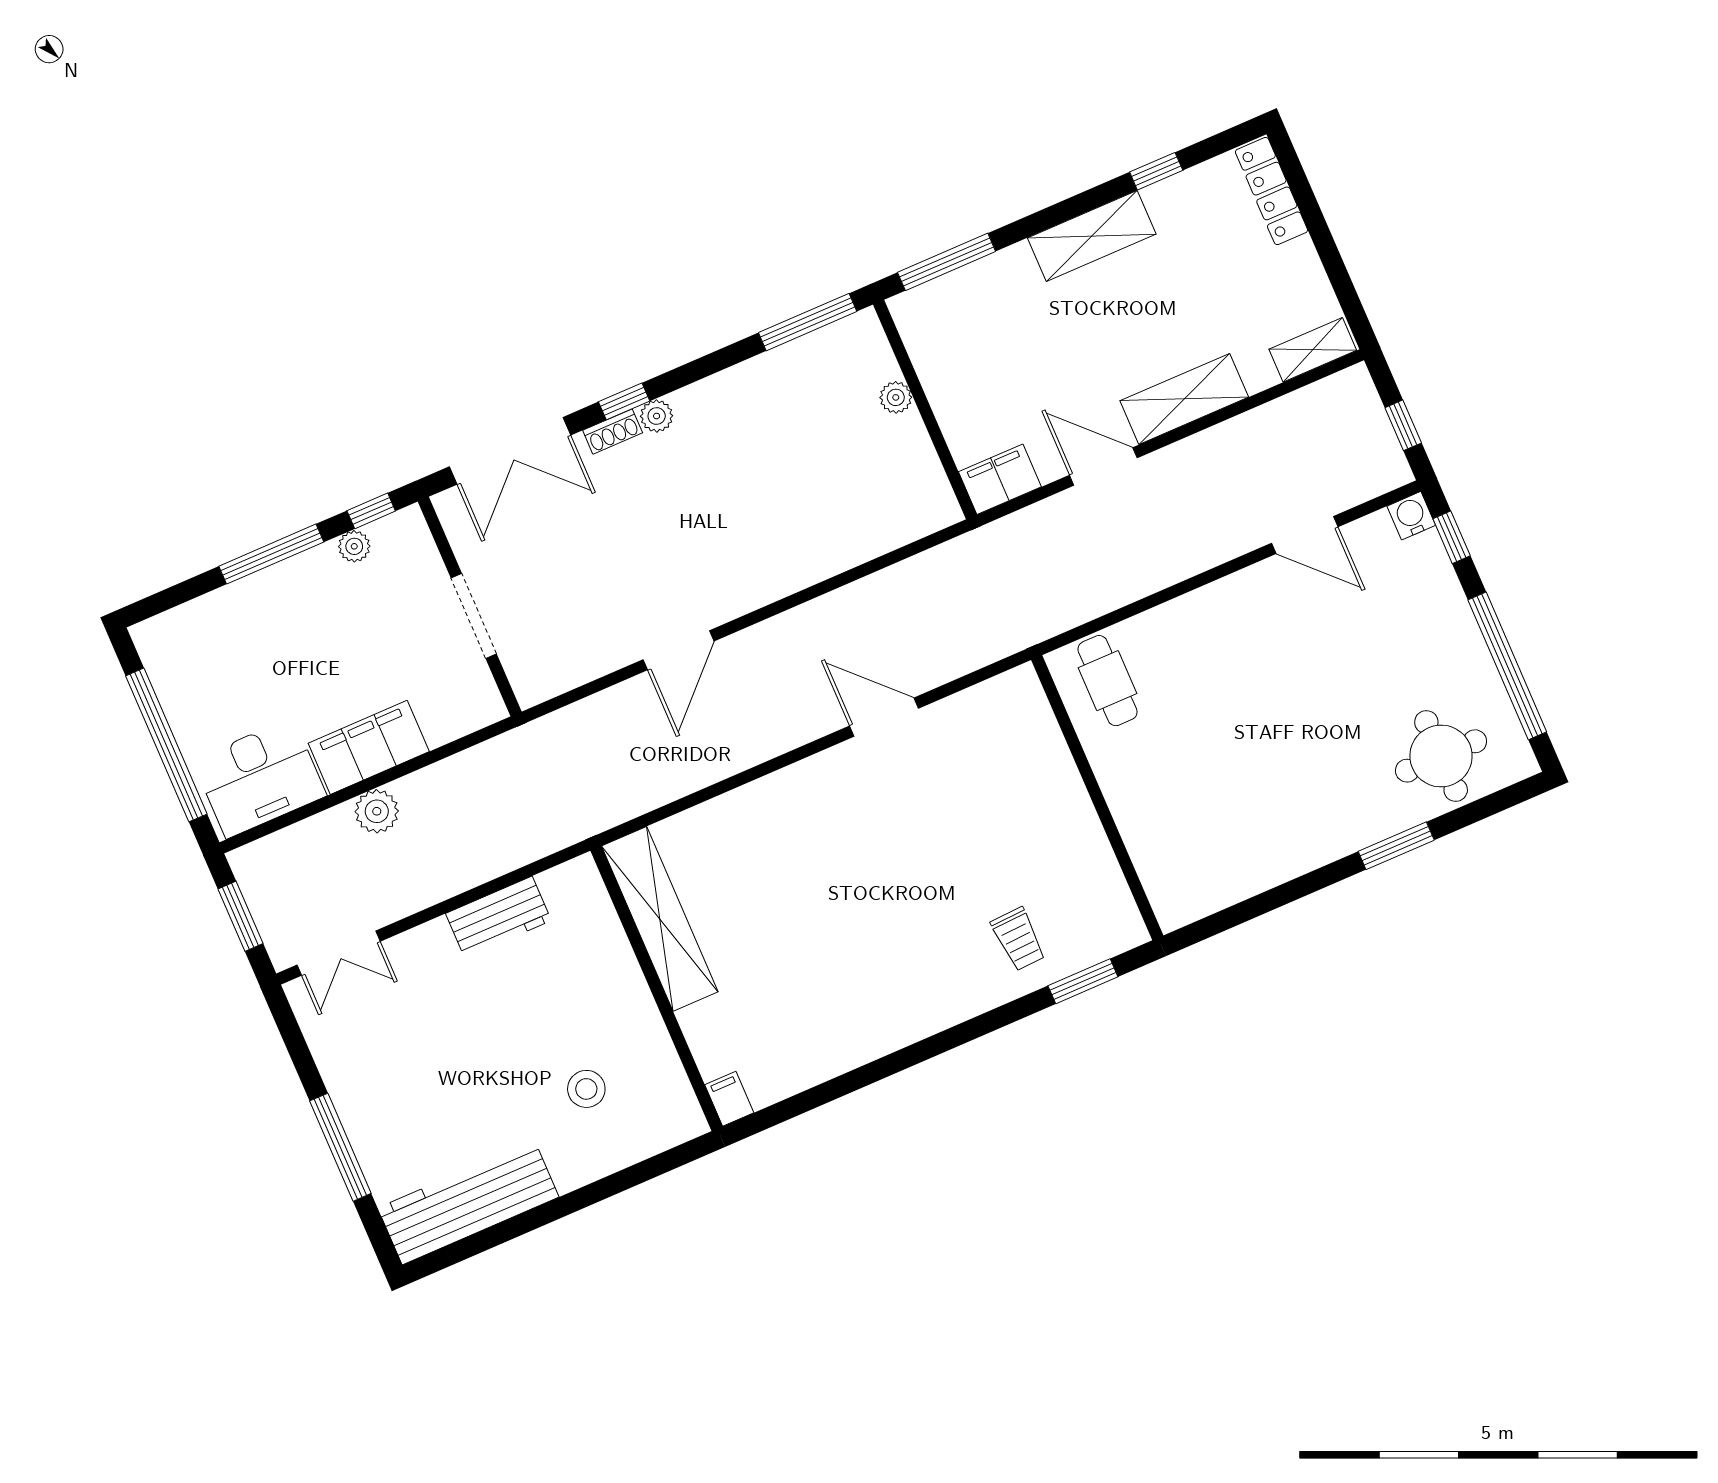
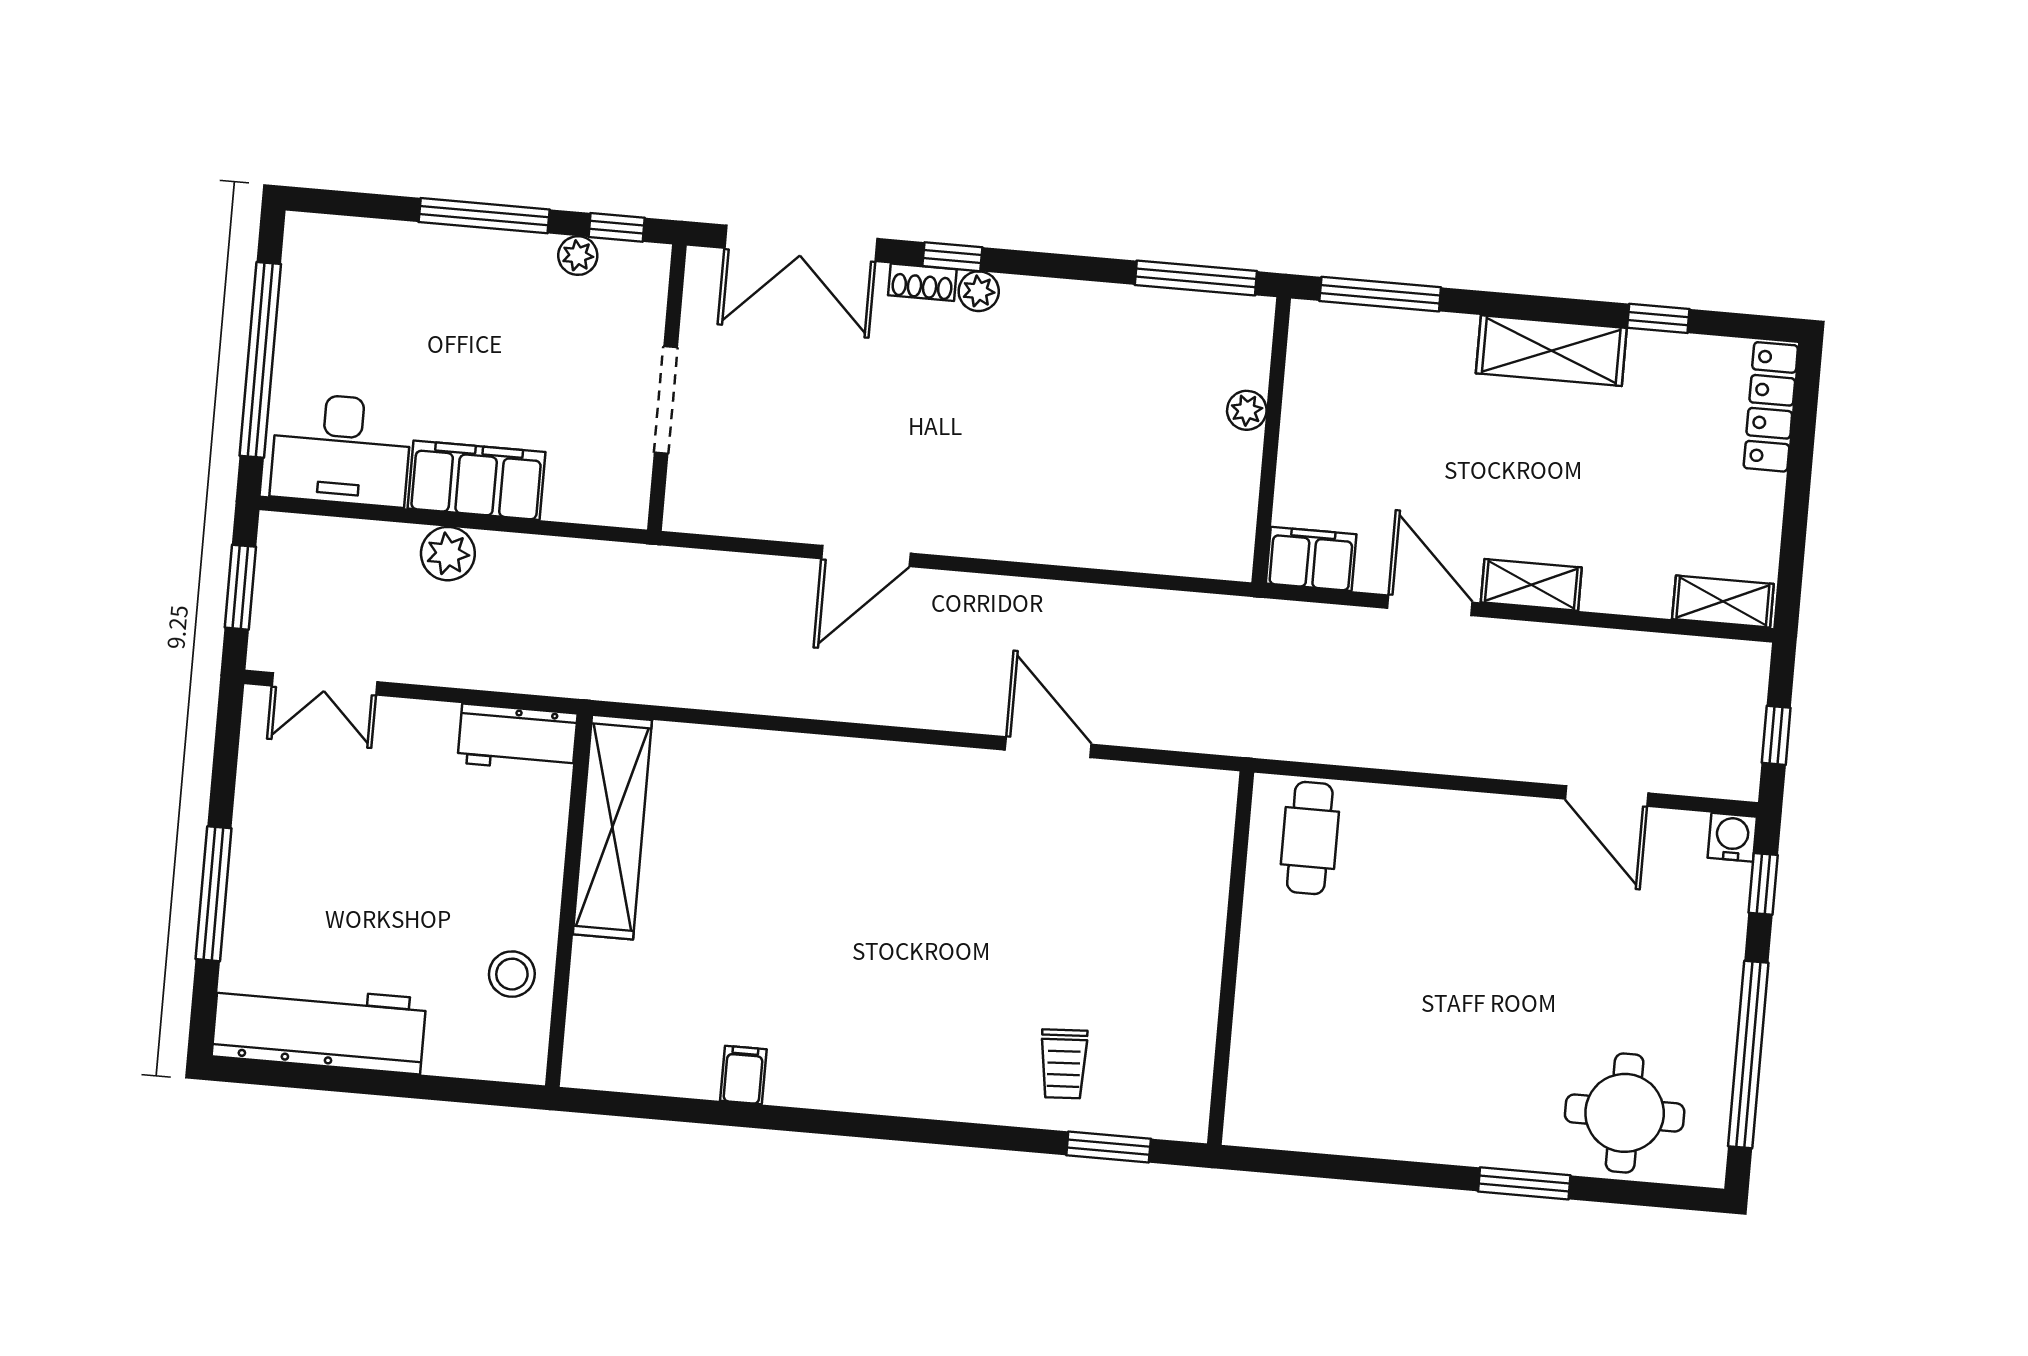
shelving: (1184, 399) -> (1531, 585), width x0.67, depth x0.75
shelving: (660, 919) -> (612, 827), moved
wall: (657, 988) -> (569, 900), moved
filing cabinet: (729, 1099) -> (743, 1075), moved

